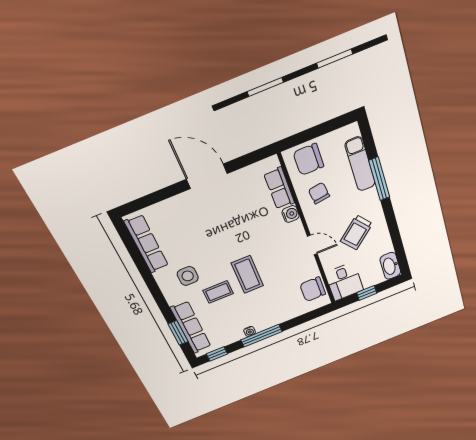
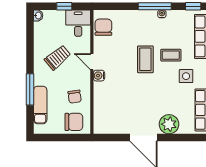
row of seats: (279, 188) -> (100, 111), removed
plant: (181, 208) -> (169, 124), added
water cooler: (291, 214) -> (99, 76), moved
washbasin: (390, 266) -> (38, 15), width x0.52, depth x0.69
chair: (313, 289) -> (103, 27), turned -90

